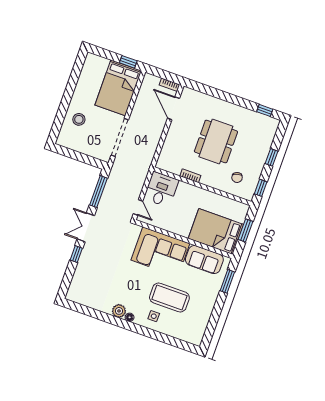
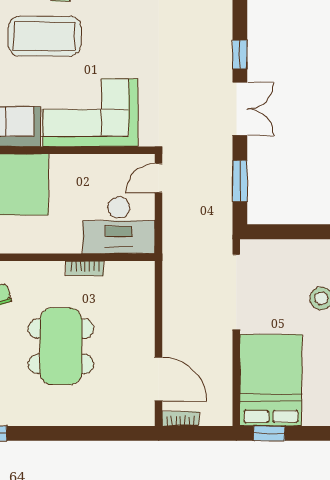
desk: (161, 189) -> (119, 225), width x1.37
window: (98, 192) -> (240, 181), width x0.69
door: (138, 207) -> (159, 178), hinge flipped

